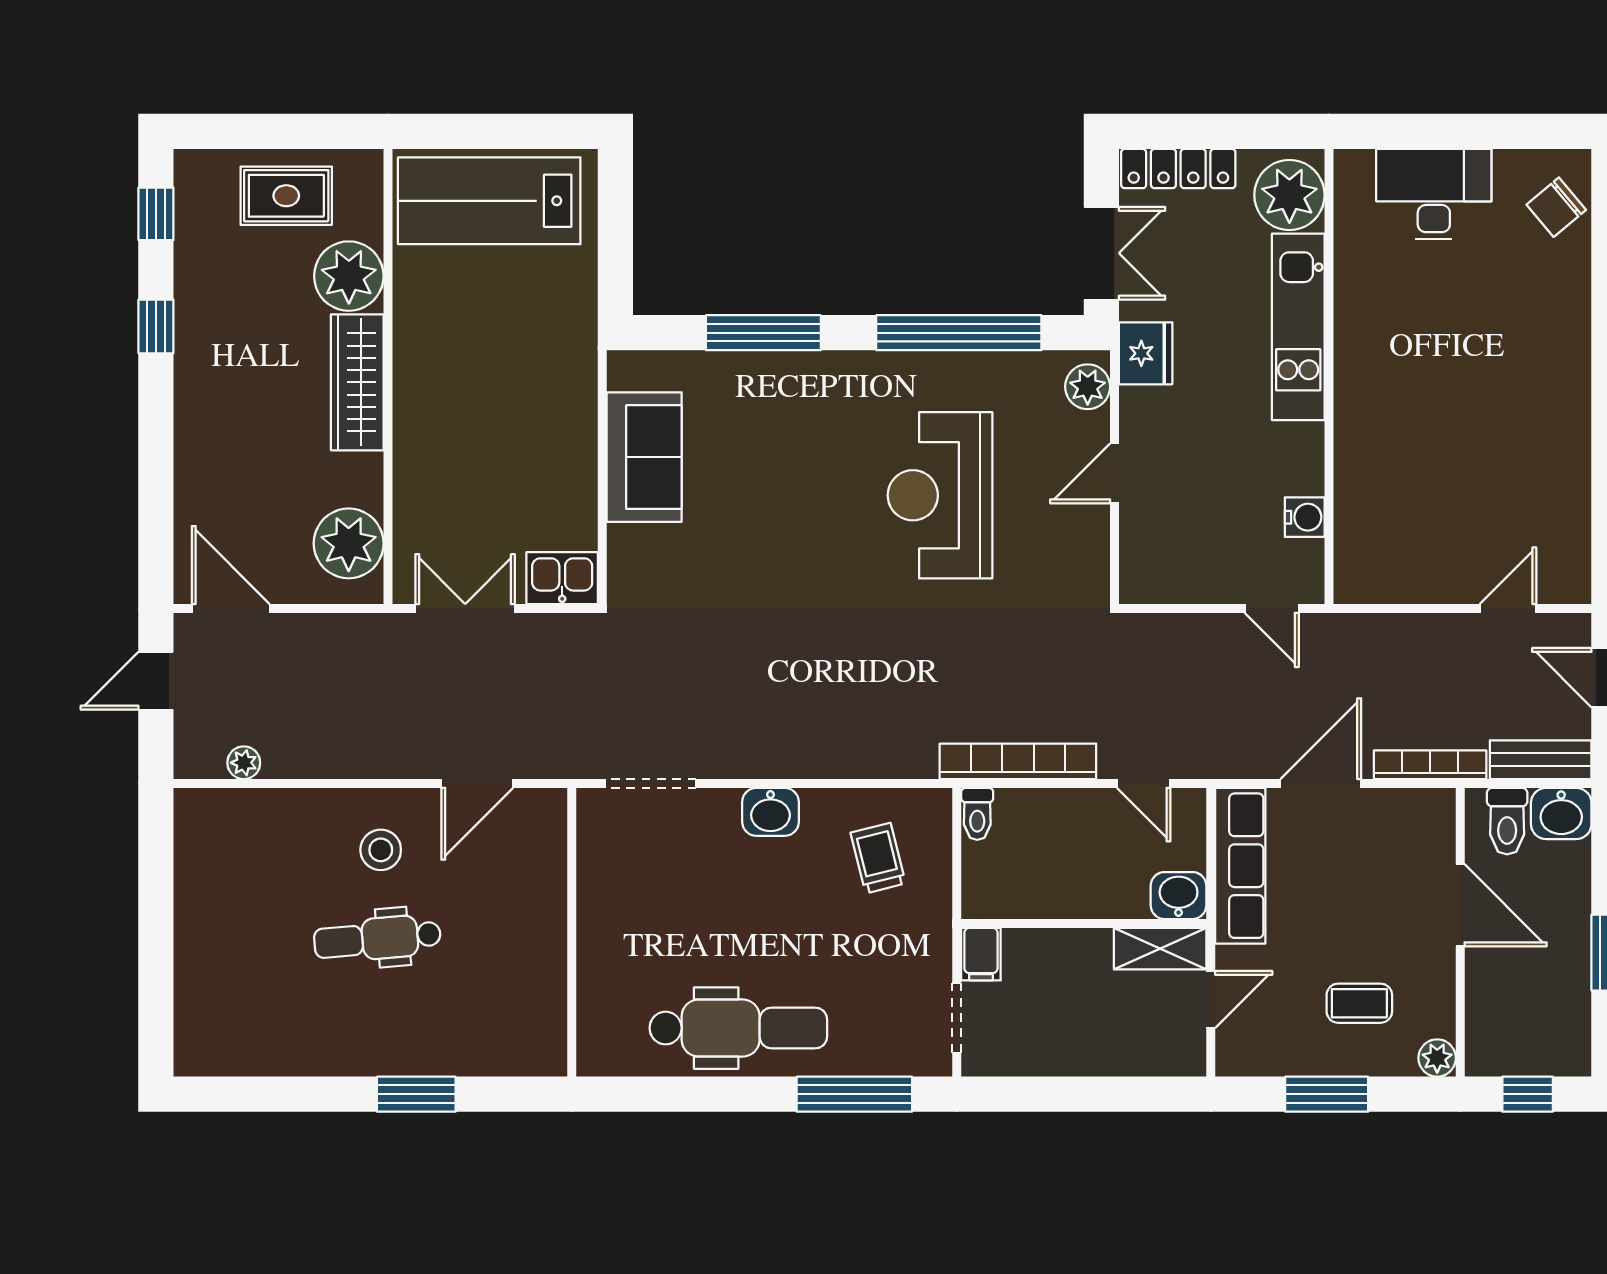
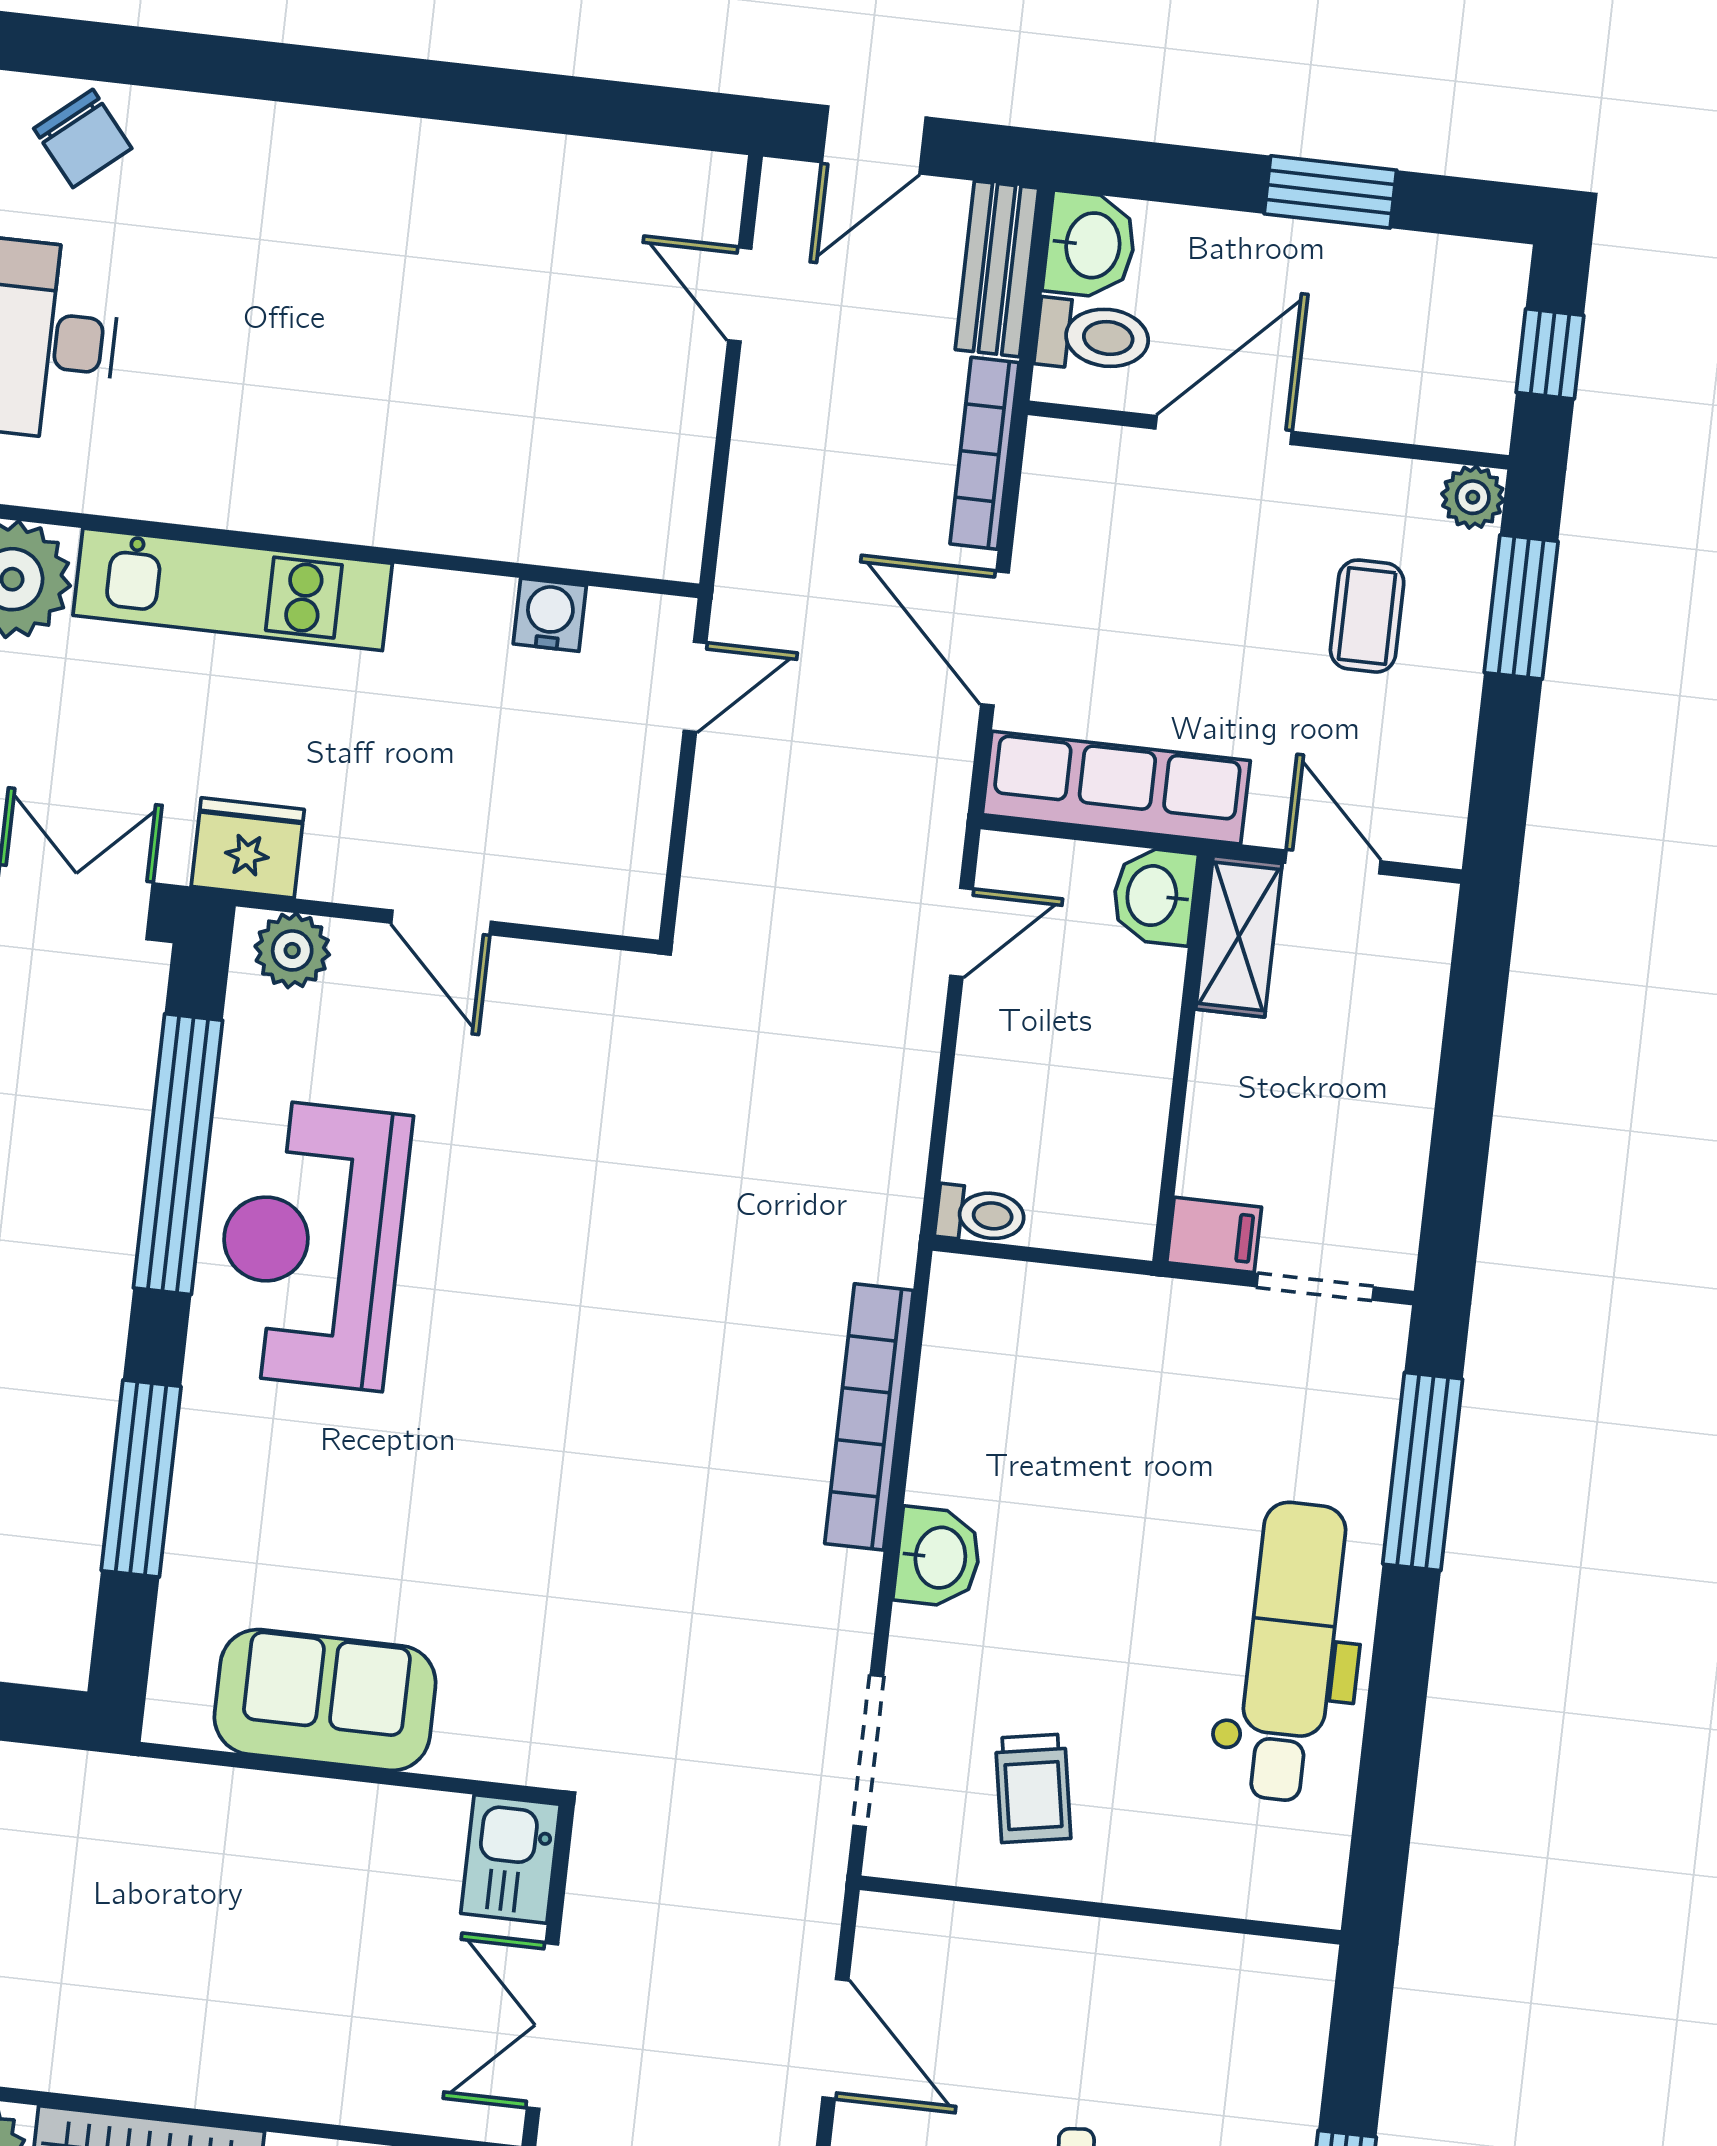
reception desk: (940, 495) -> (311, 1244), moved, turned 90
bookcase: (1018, 761) -> (869, 1417), moved
trolley: (878, 858) -> (1033, 1788), moved, turned -86
window: (1327, 1094) -> (1521, 607), moved

